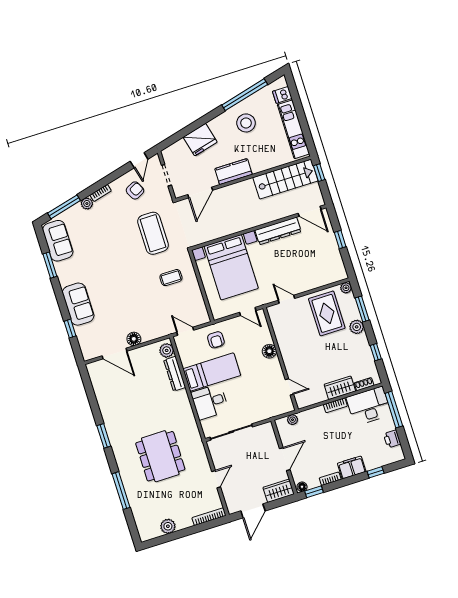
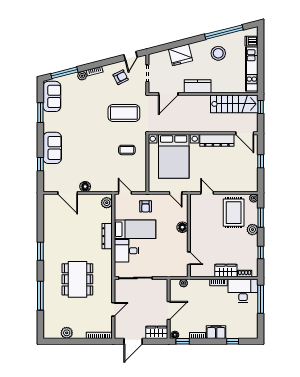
coffee table: (153, 233) -> (124, 113), turned 90
dresser: (175, 374) -> (107, 236), moved
printer: (392, 439) -> (253, 320), removed

